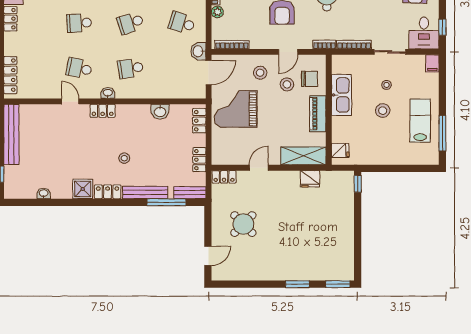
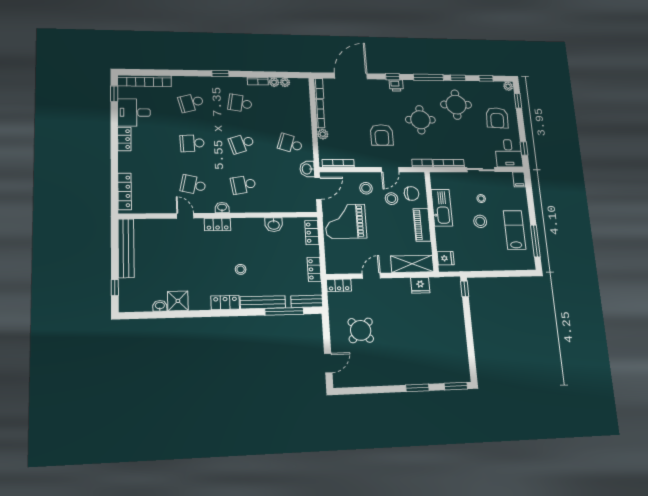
shower: (83, 189) -> (178, 301), moved

